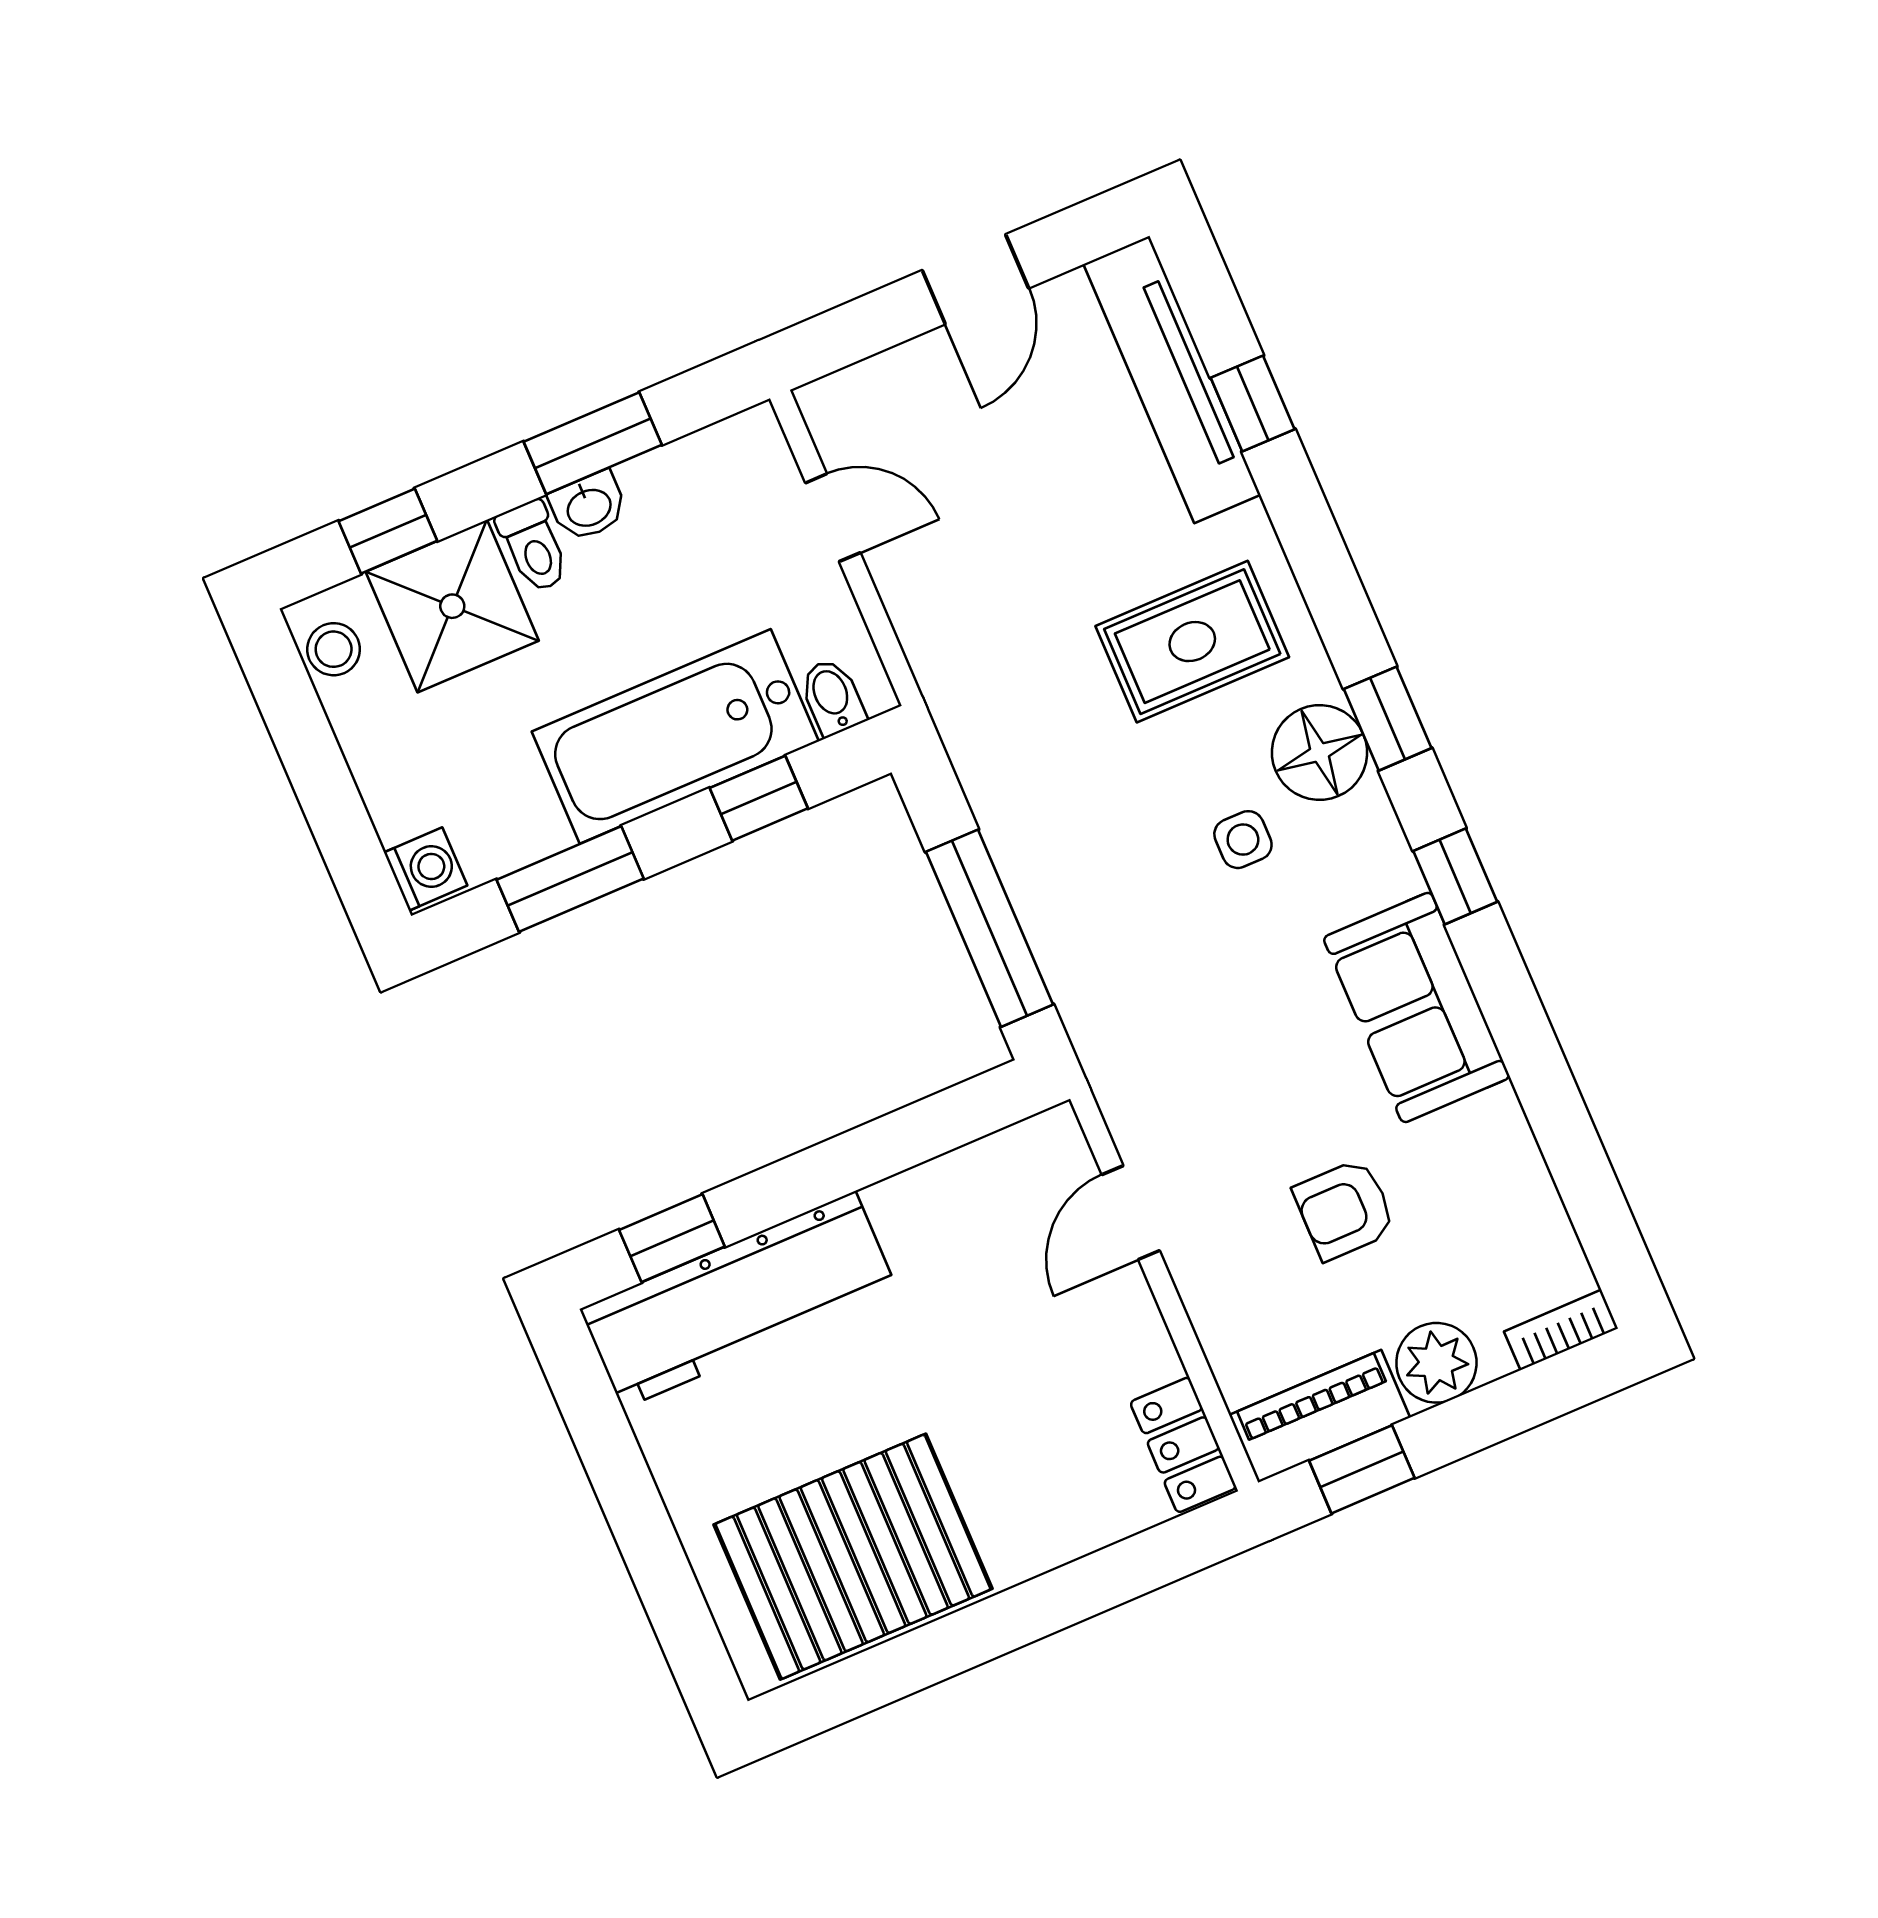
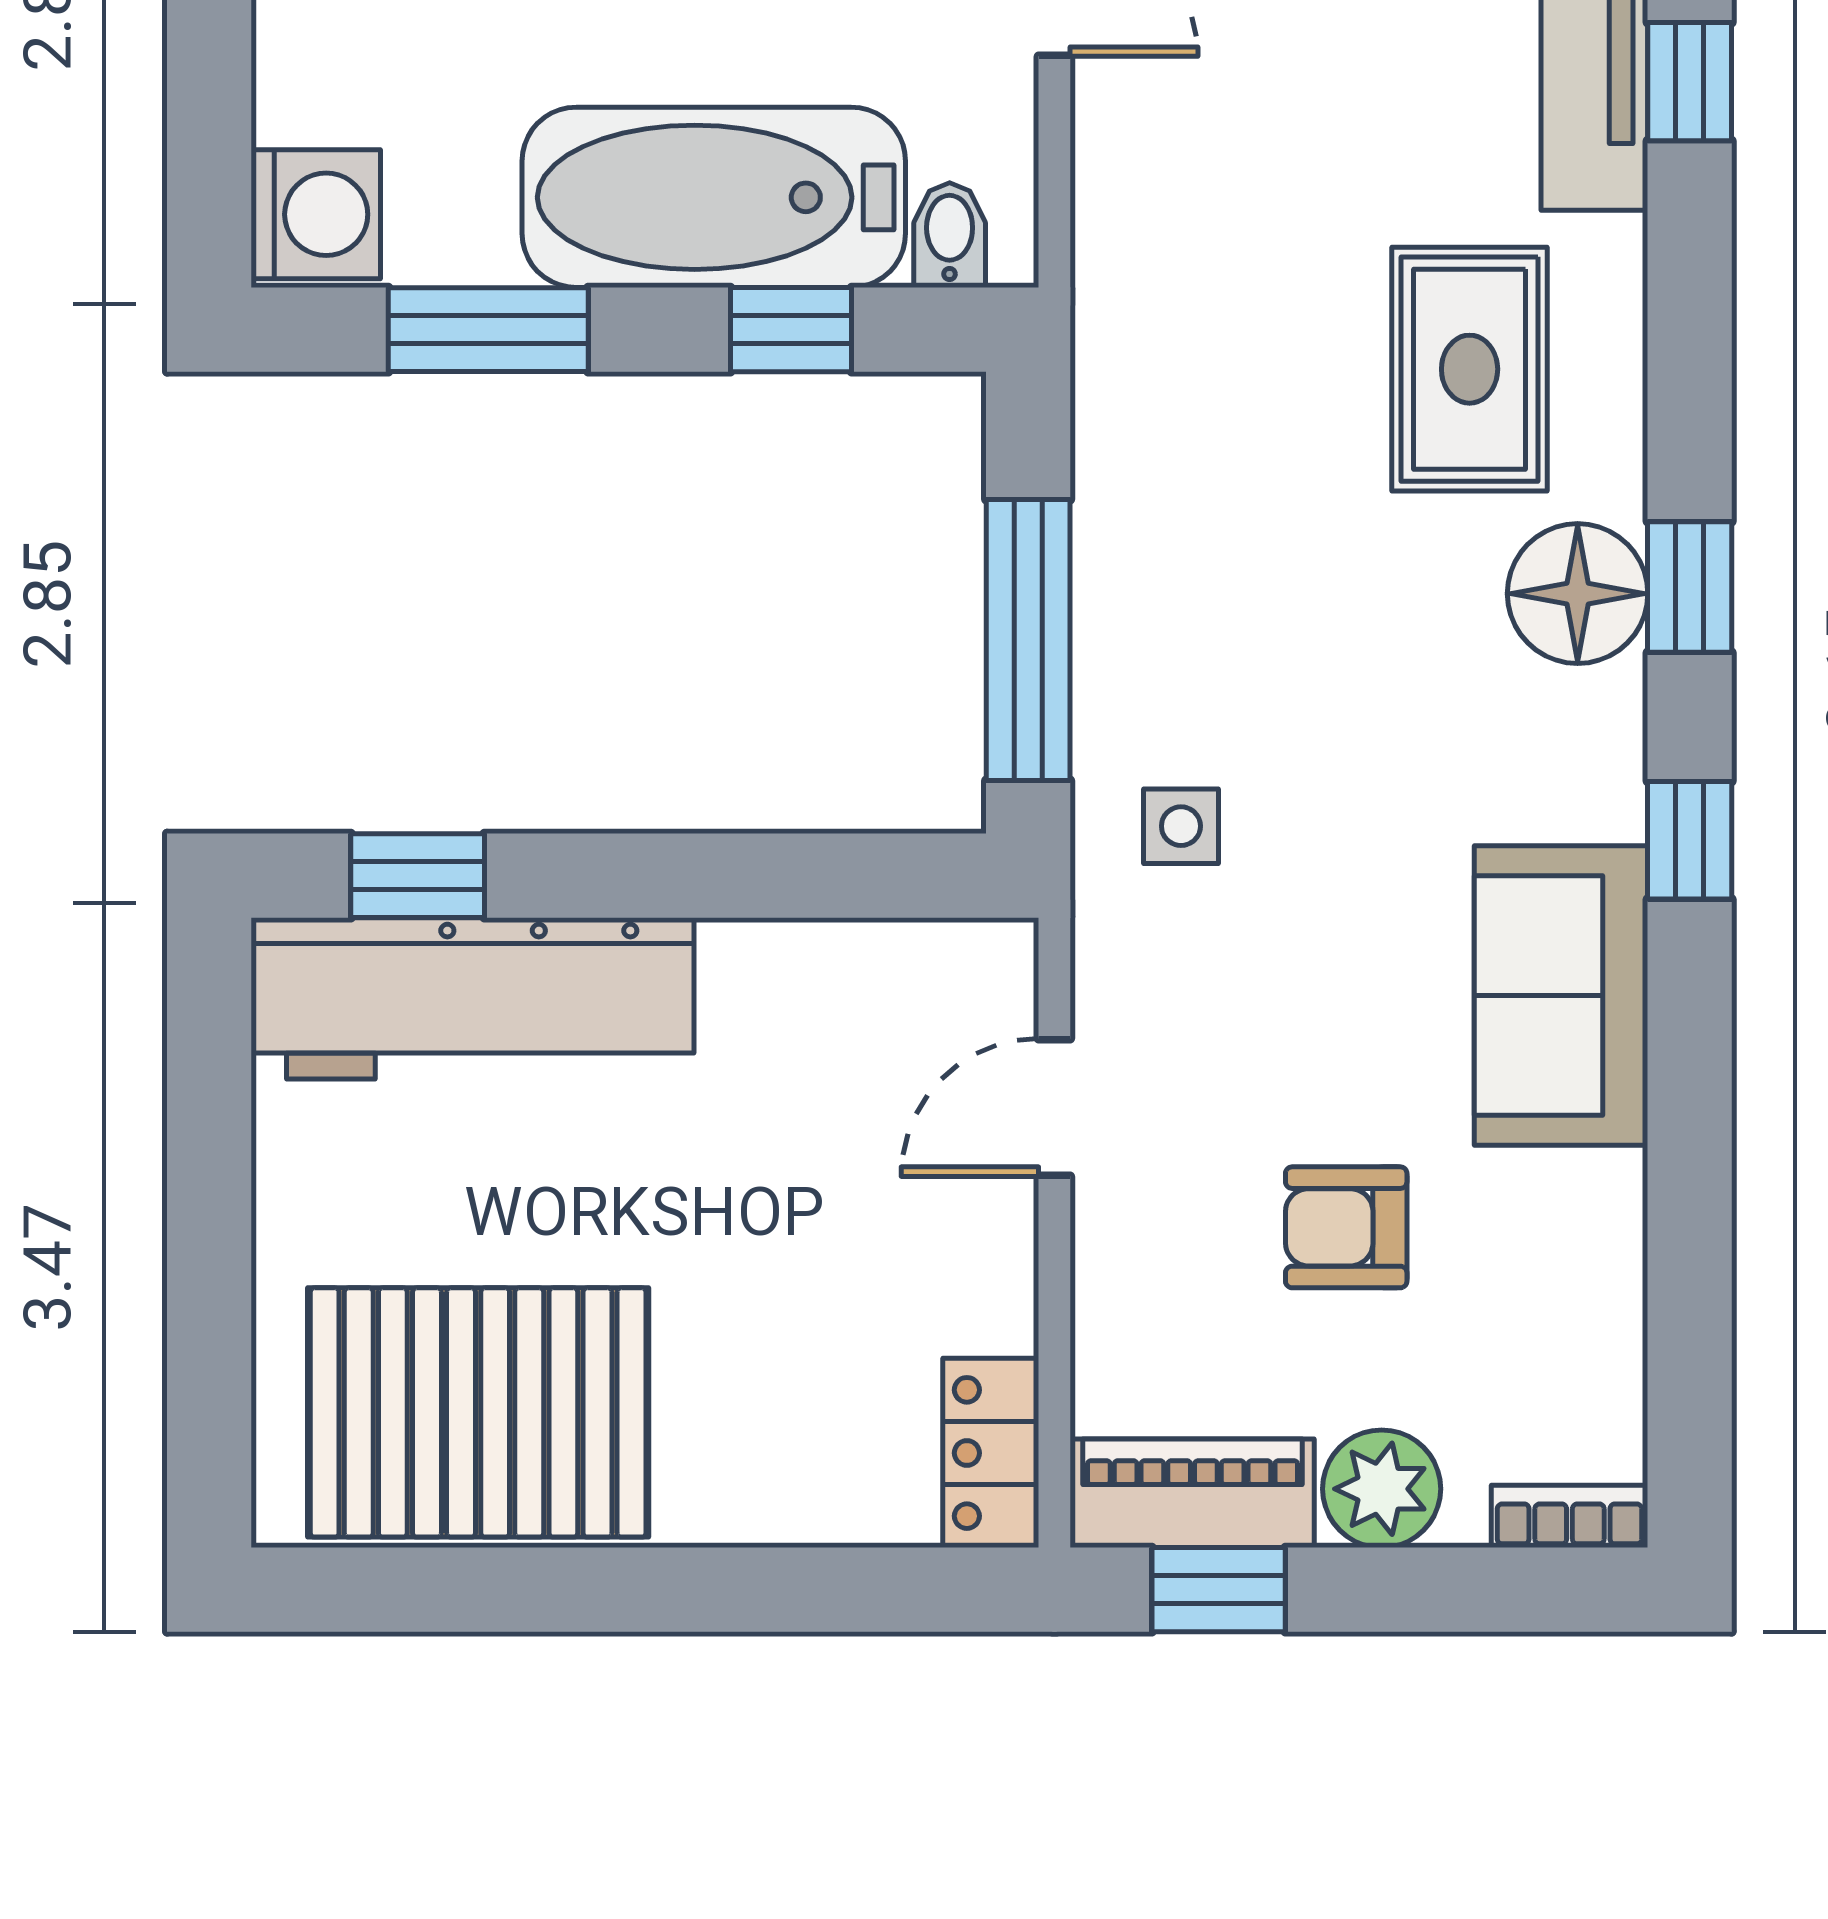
rug: (1192, 642) -> (1470, 369), turned 90
side table: (1243, 840) -> (1181, 826), moved
washing machine: (425, 869) -> (316, 214), width x1.38, depth x1.38

